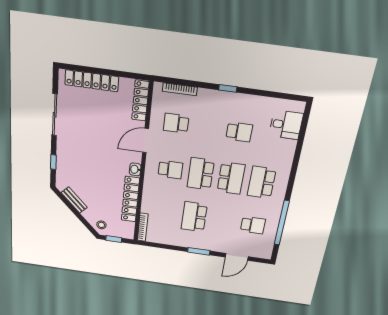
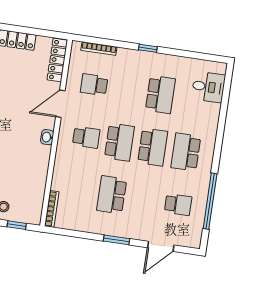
school desk: (239, 132) -> (160, 94), width x1.85
school desk: (201, 174) -> (119, 142), turned 180
locker: (130, 199) -> (40, 174), removed

